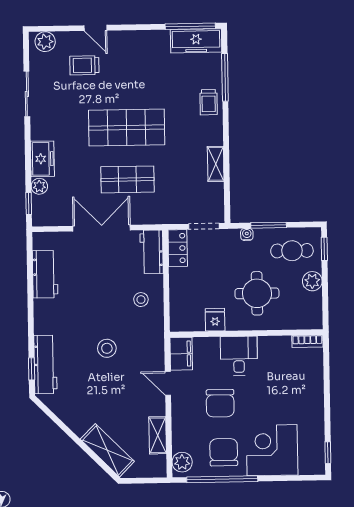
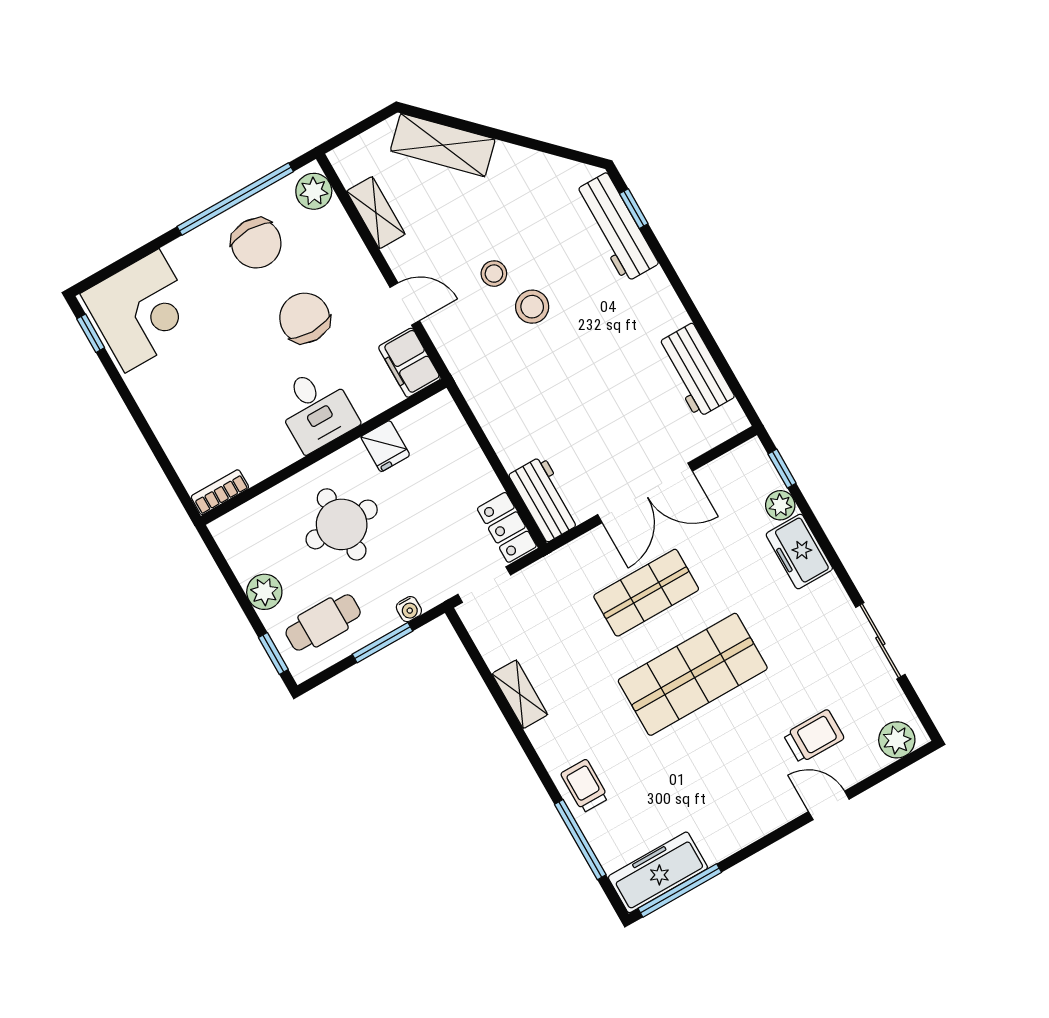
stool: (141, 300) -> (494, 274), moved
corner desk: (272, 450) -> (142, 311), moved

